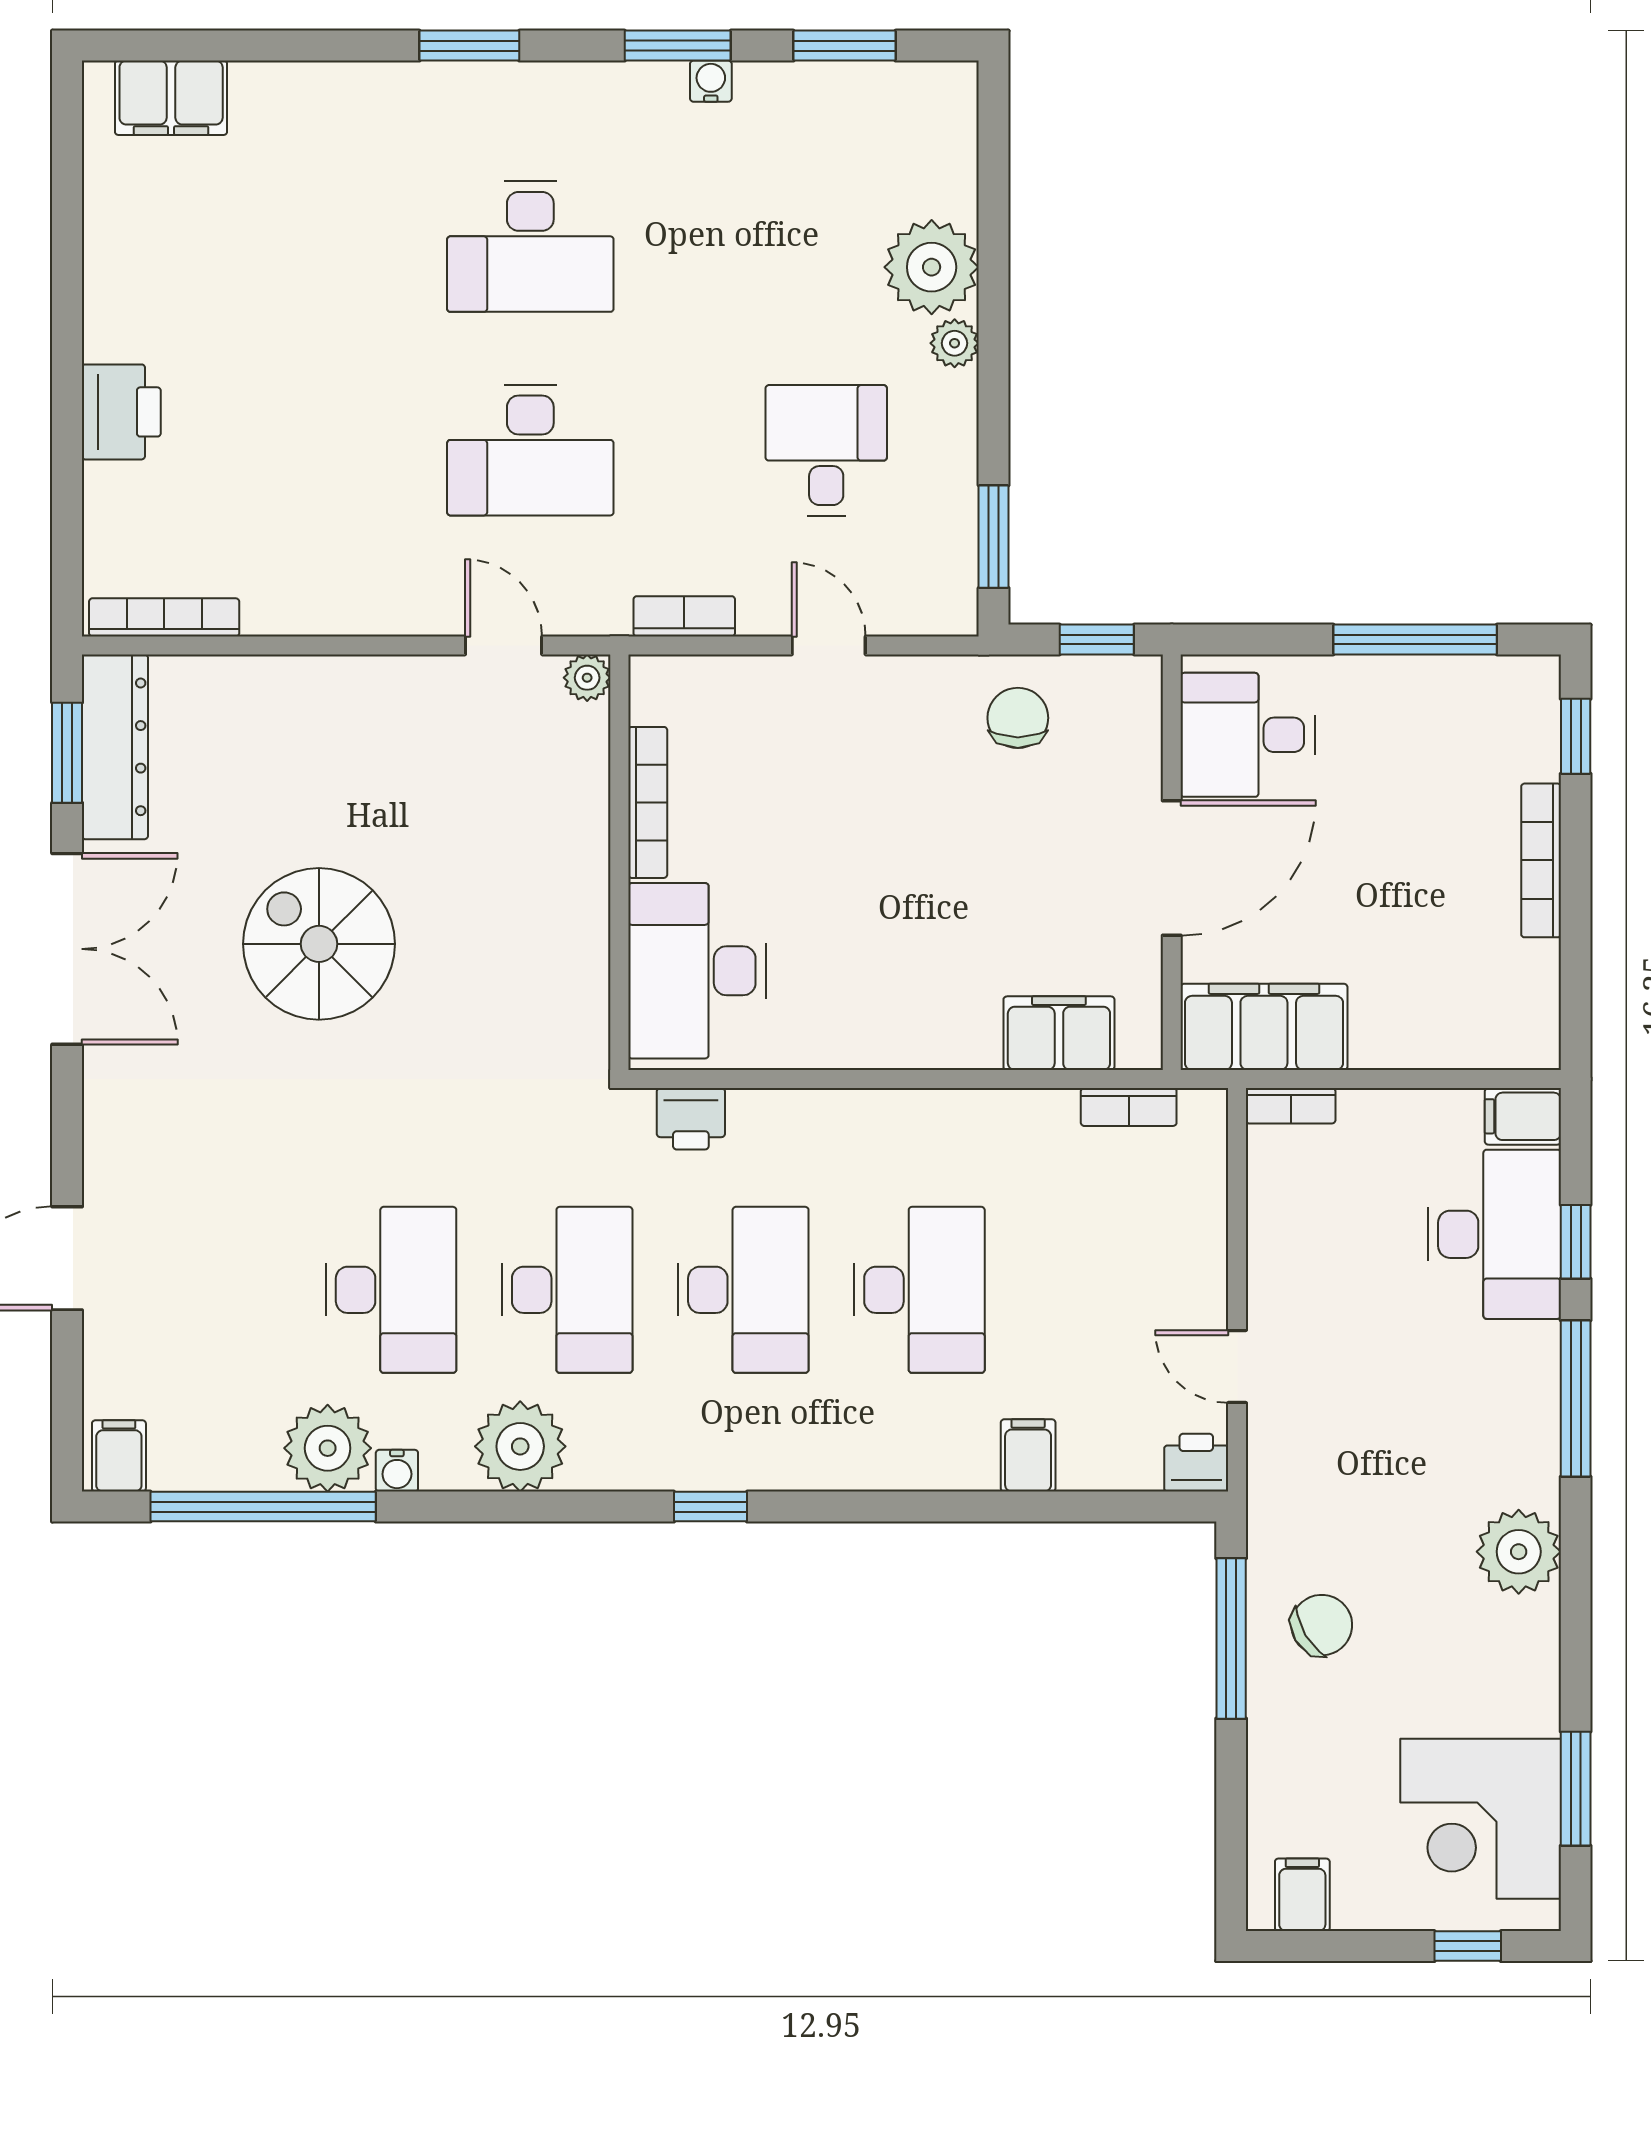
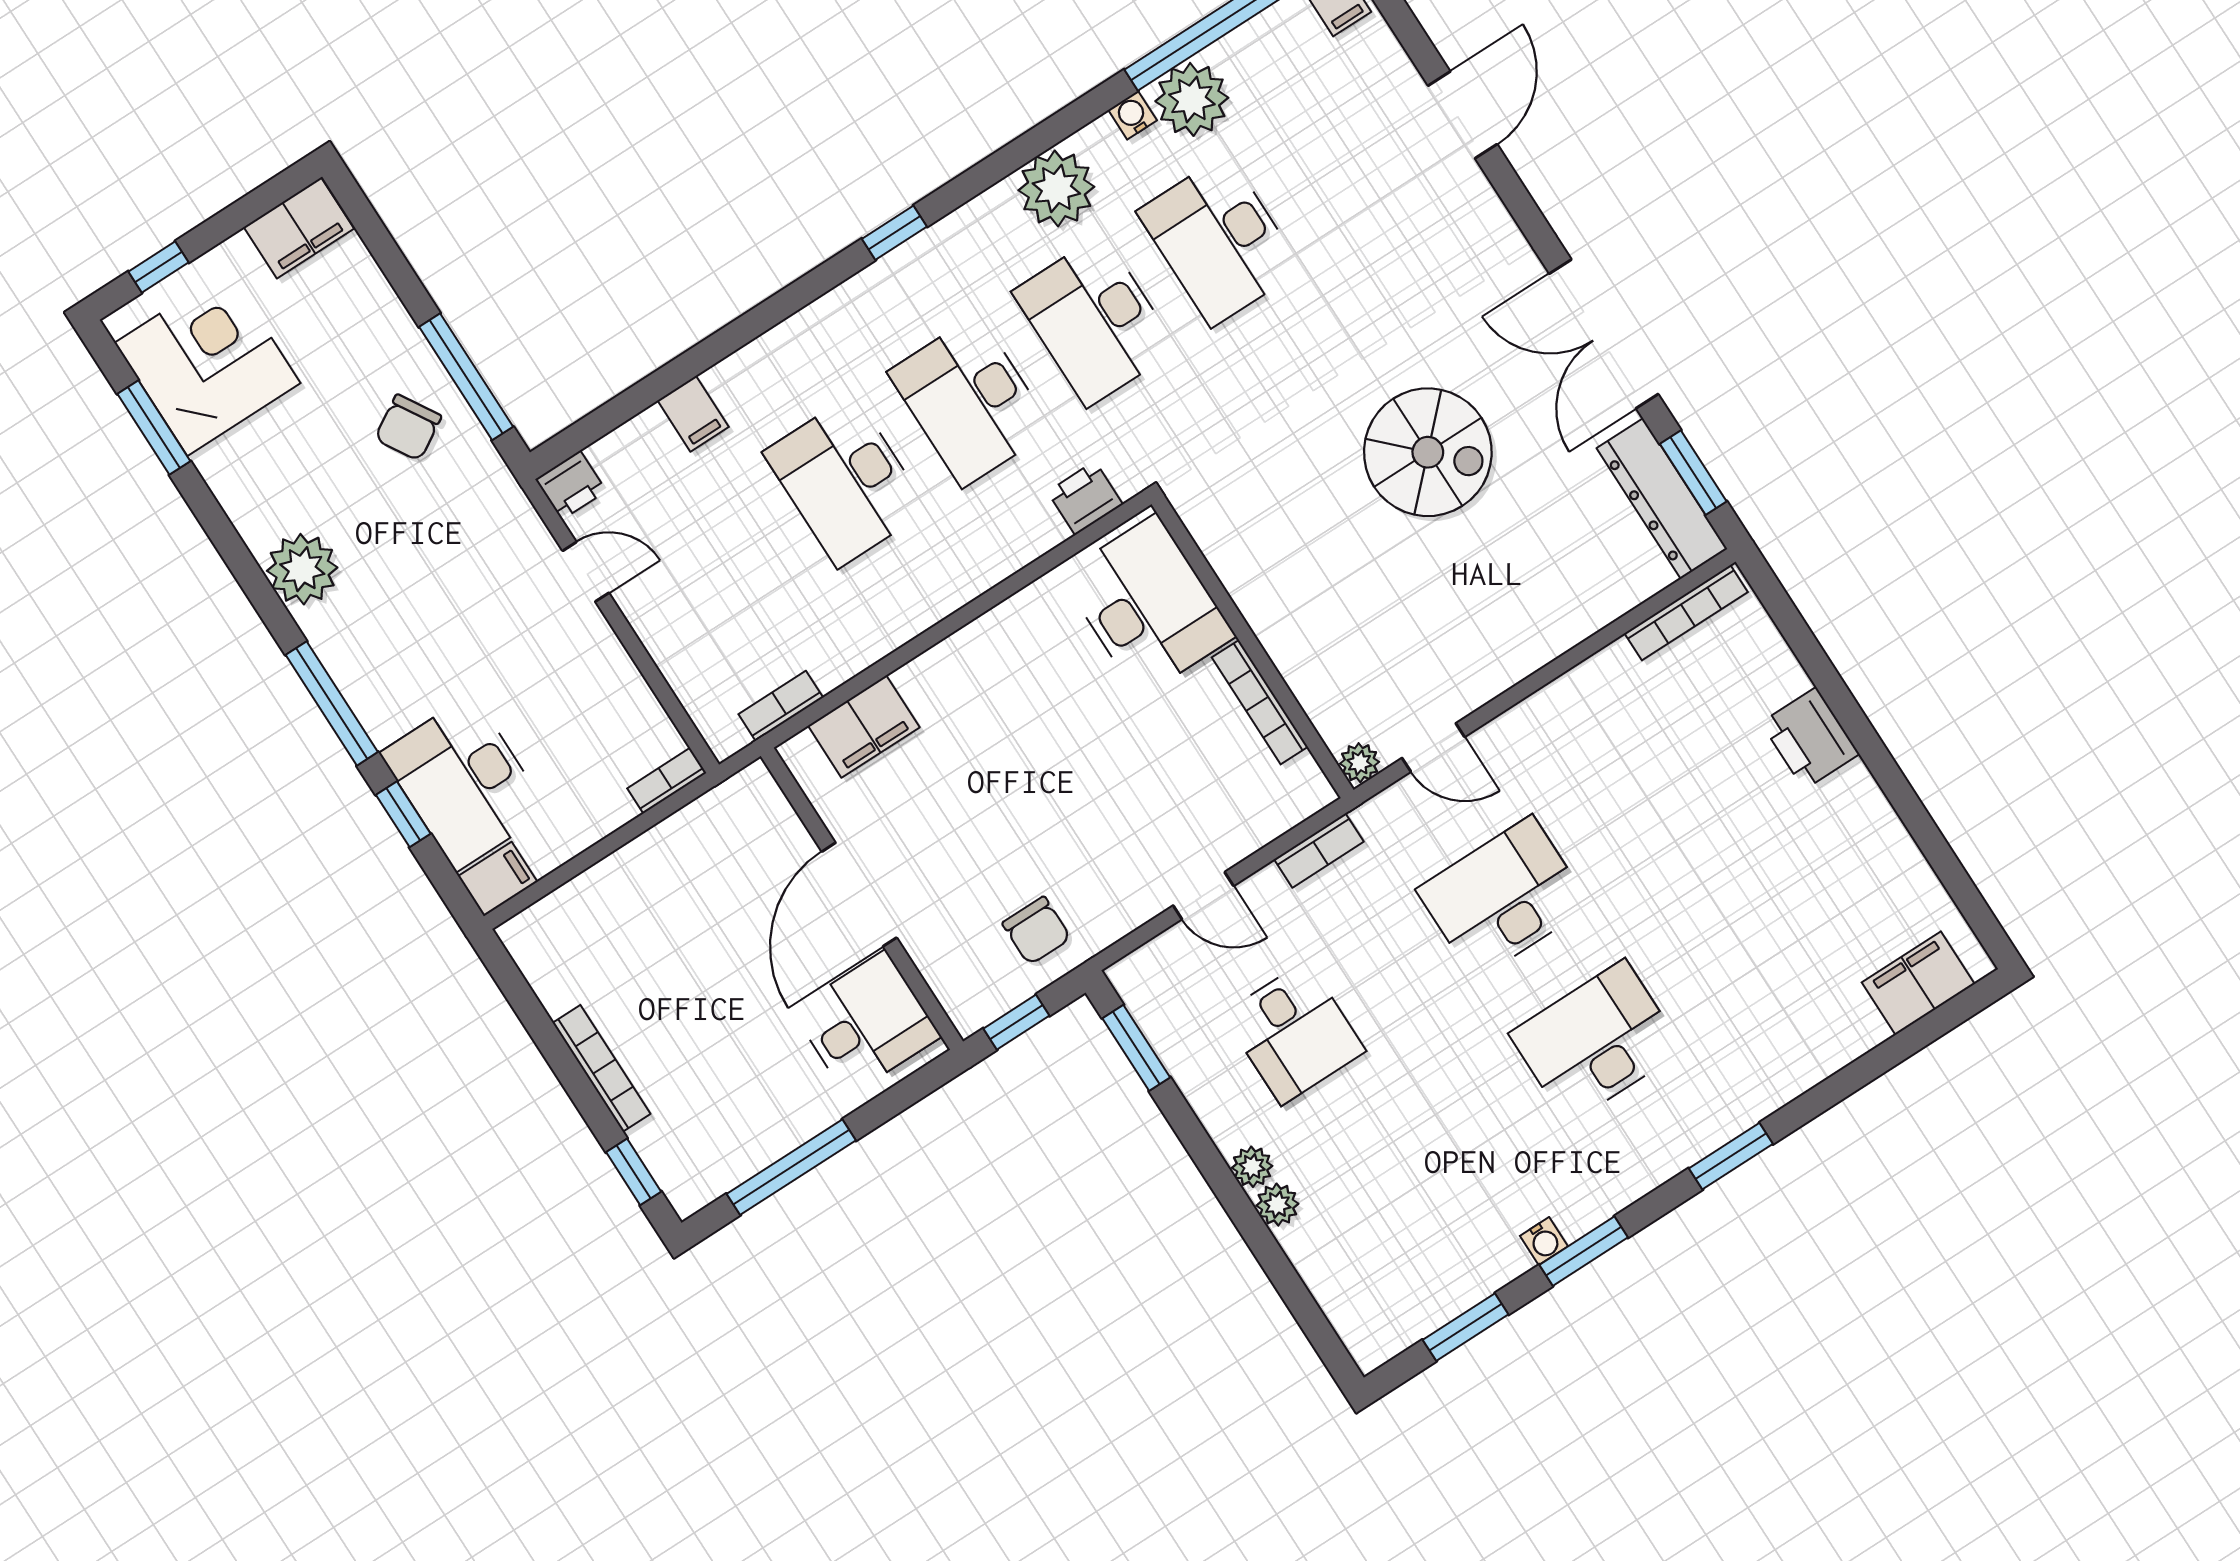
plant: (932, 267) -> (1277, 1205), width x0.53, depth x0.53
filing cabinet: (1264, 1027) -> (722, 824), removed
filing cabinet: (1302, 1895) -> (299, 228), width x2.00

